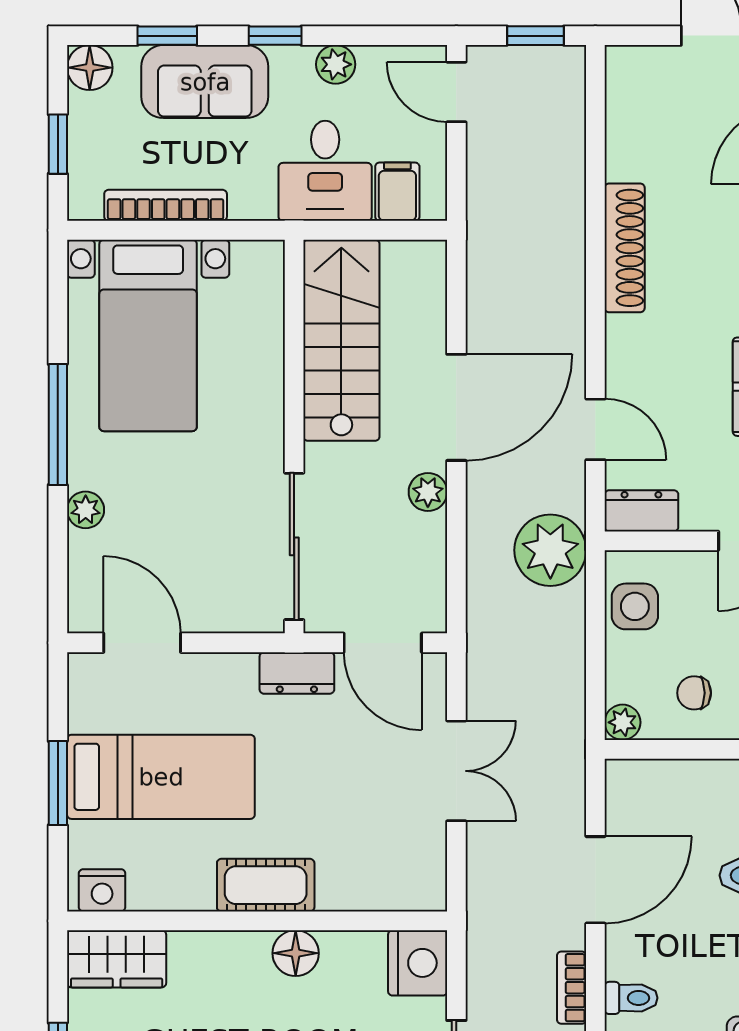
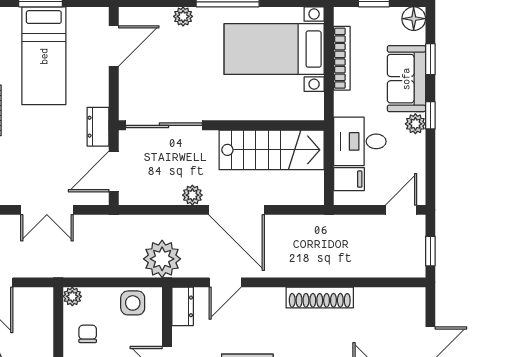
plant: (336, 64) -> (415, 124), moved

